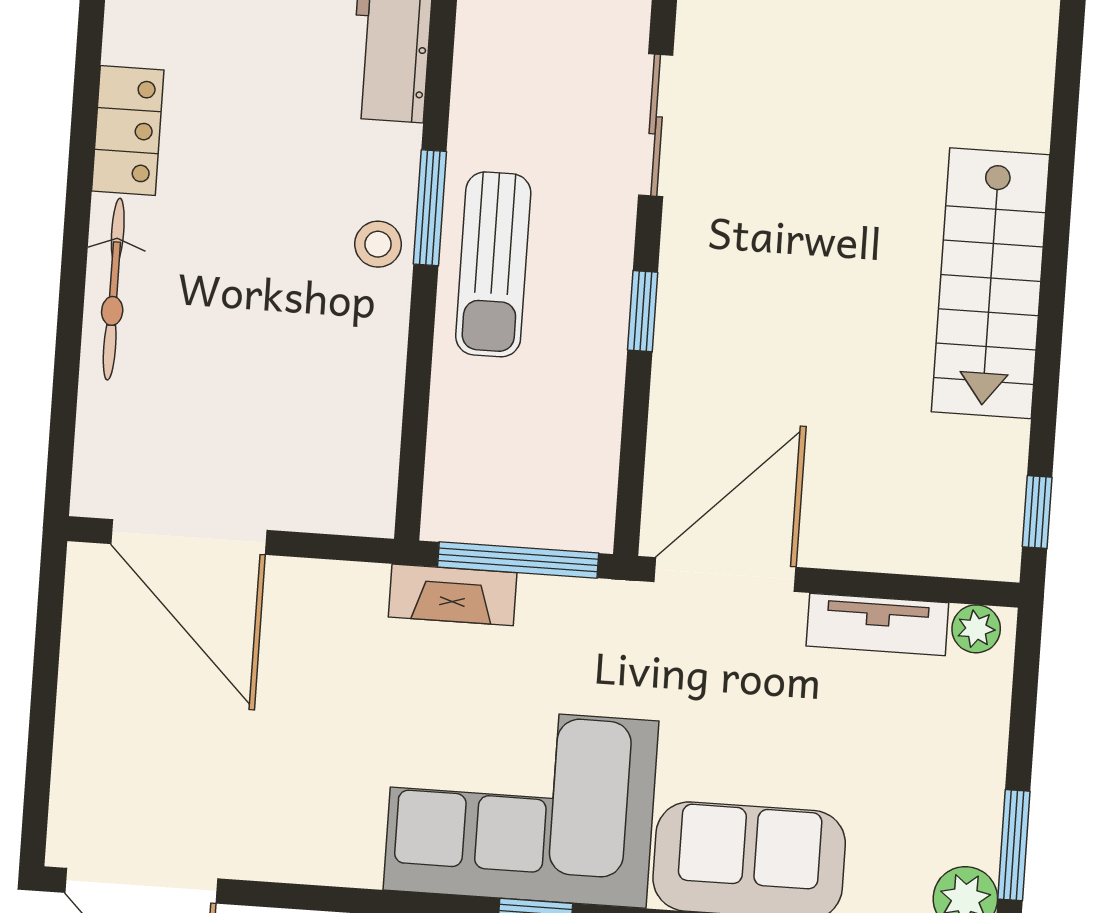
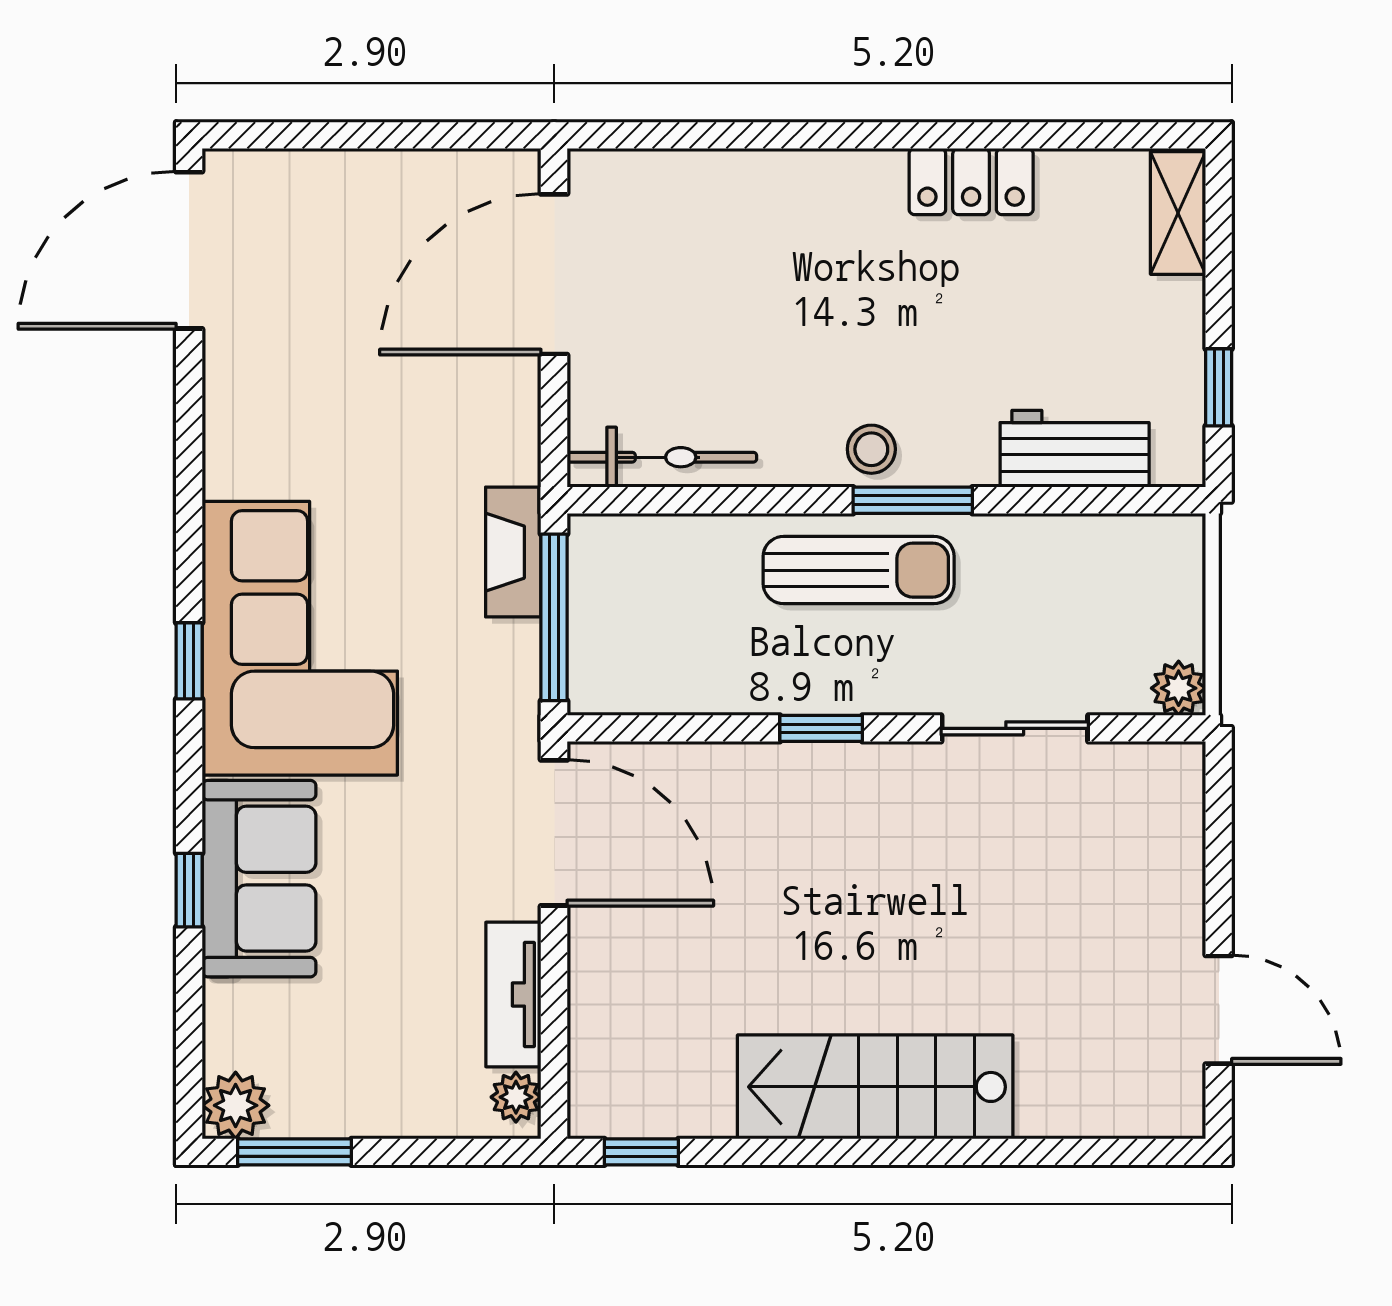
sun lounger: (493, 264) -> (859, 570), turned 180
bicycle: (114, 289) -> (662, 457), moved, turned 180

